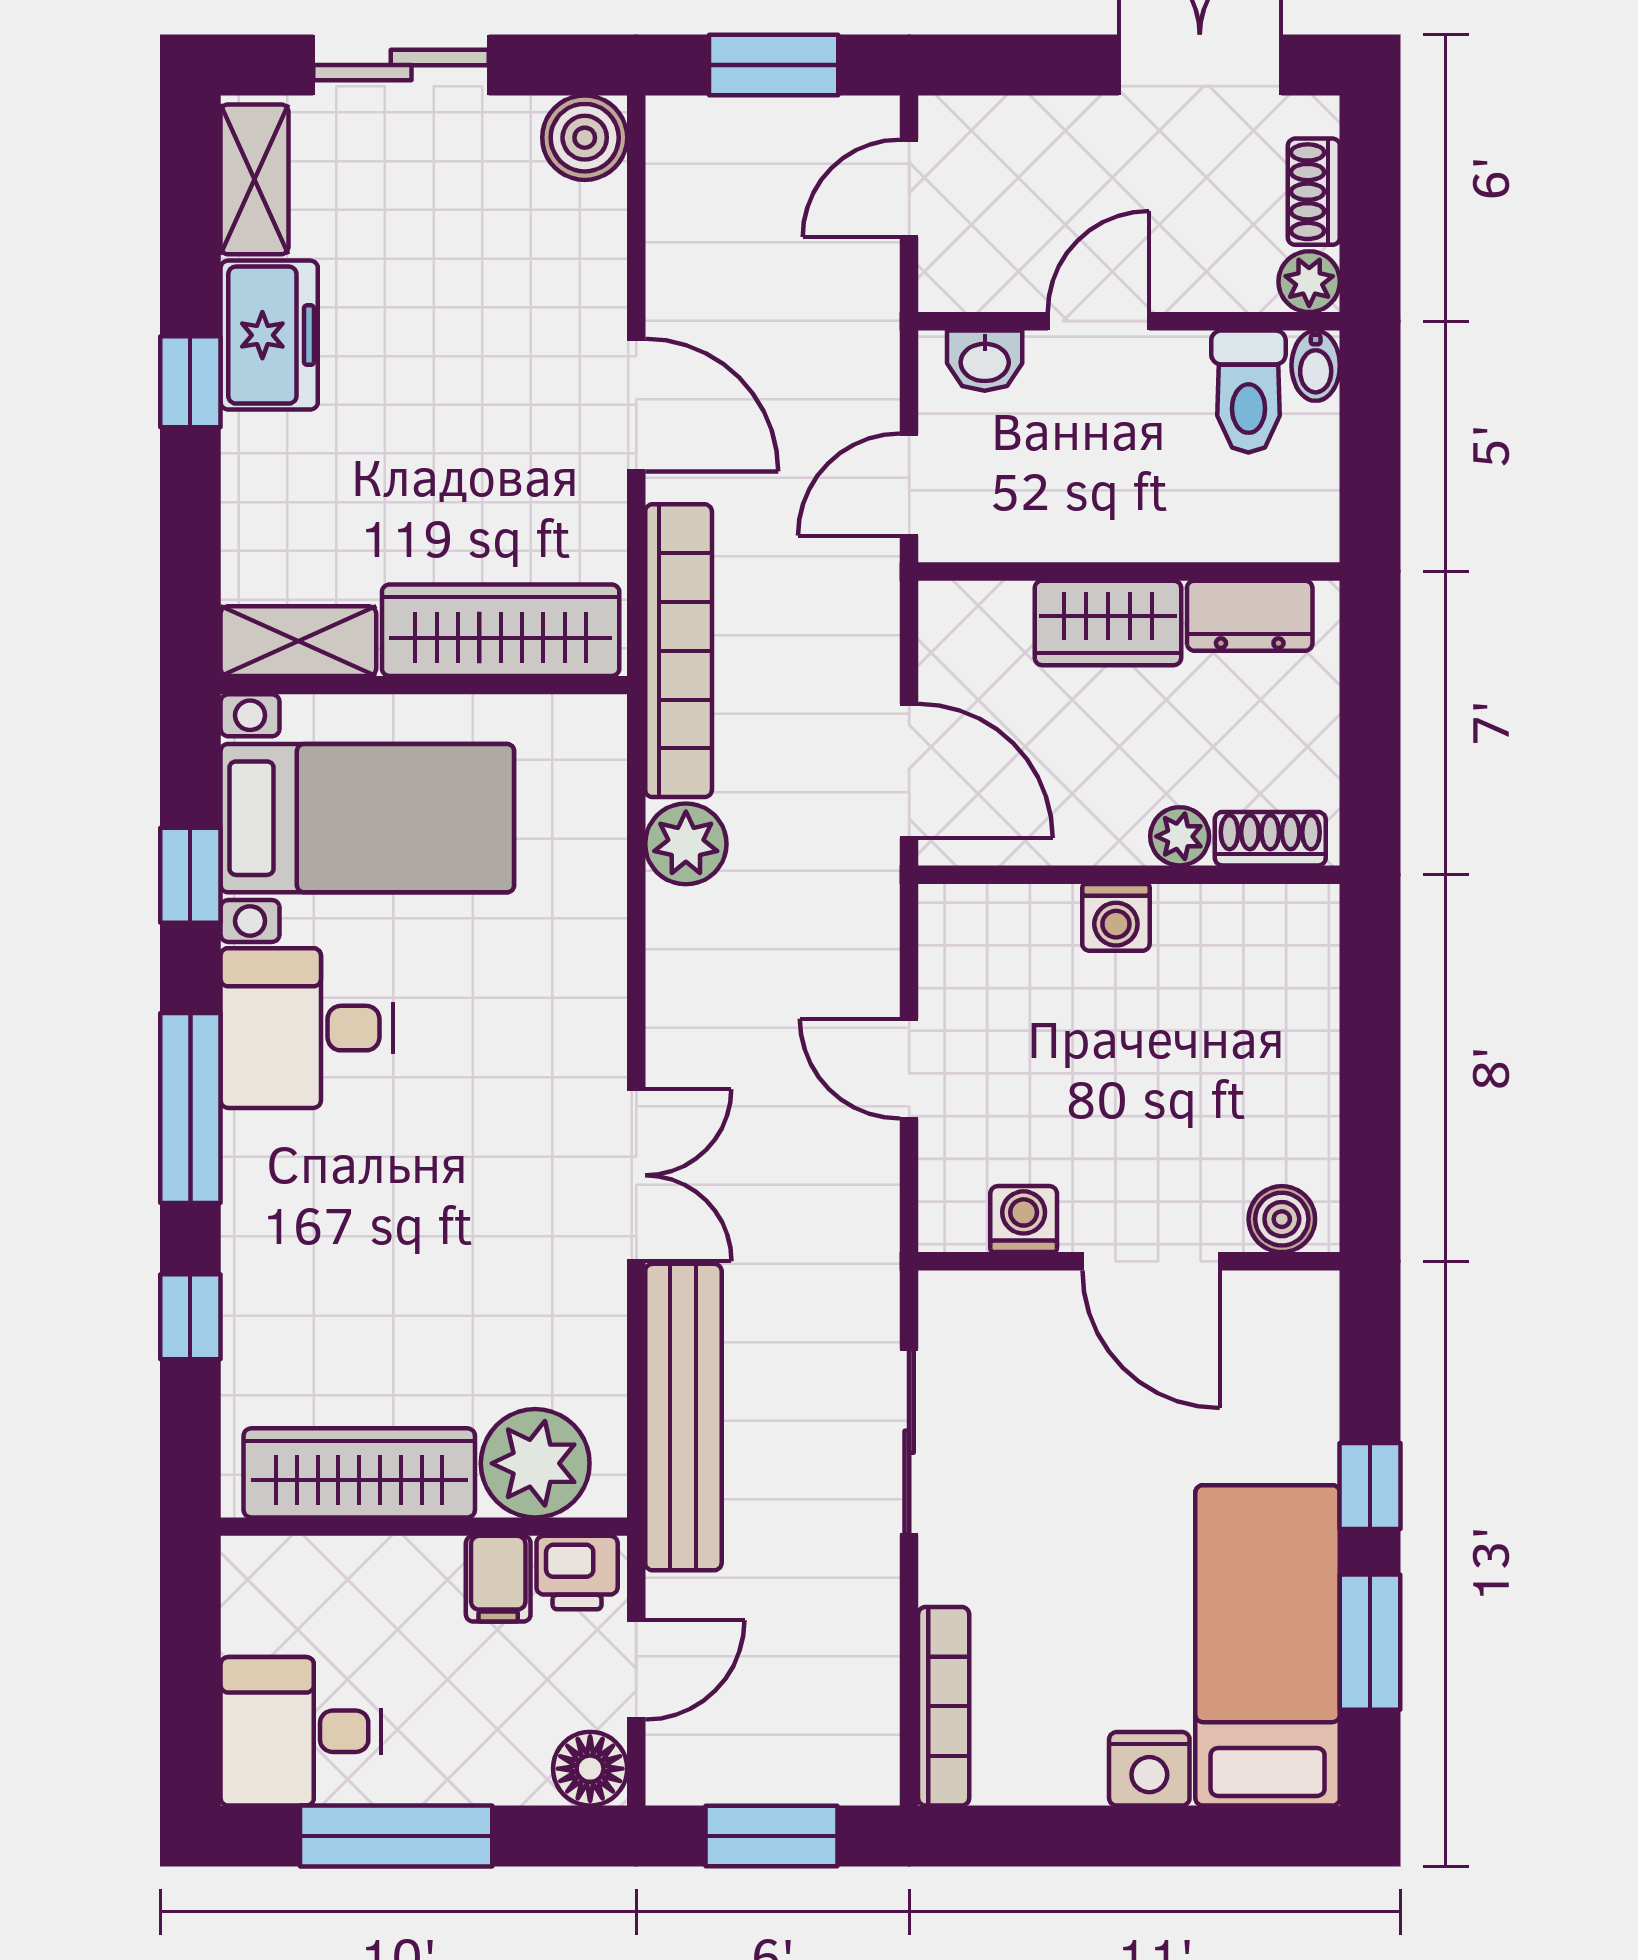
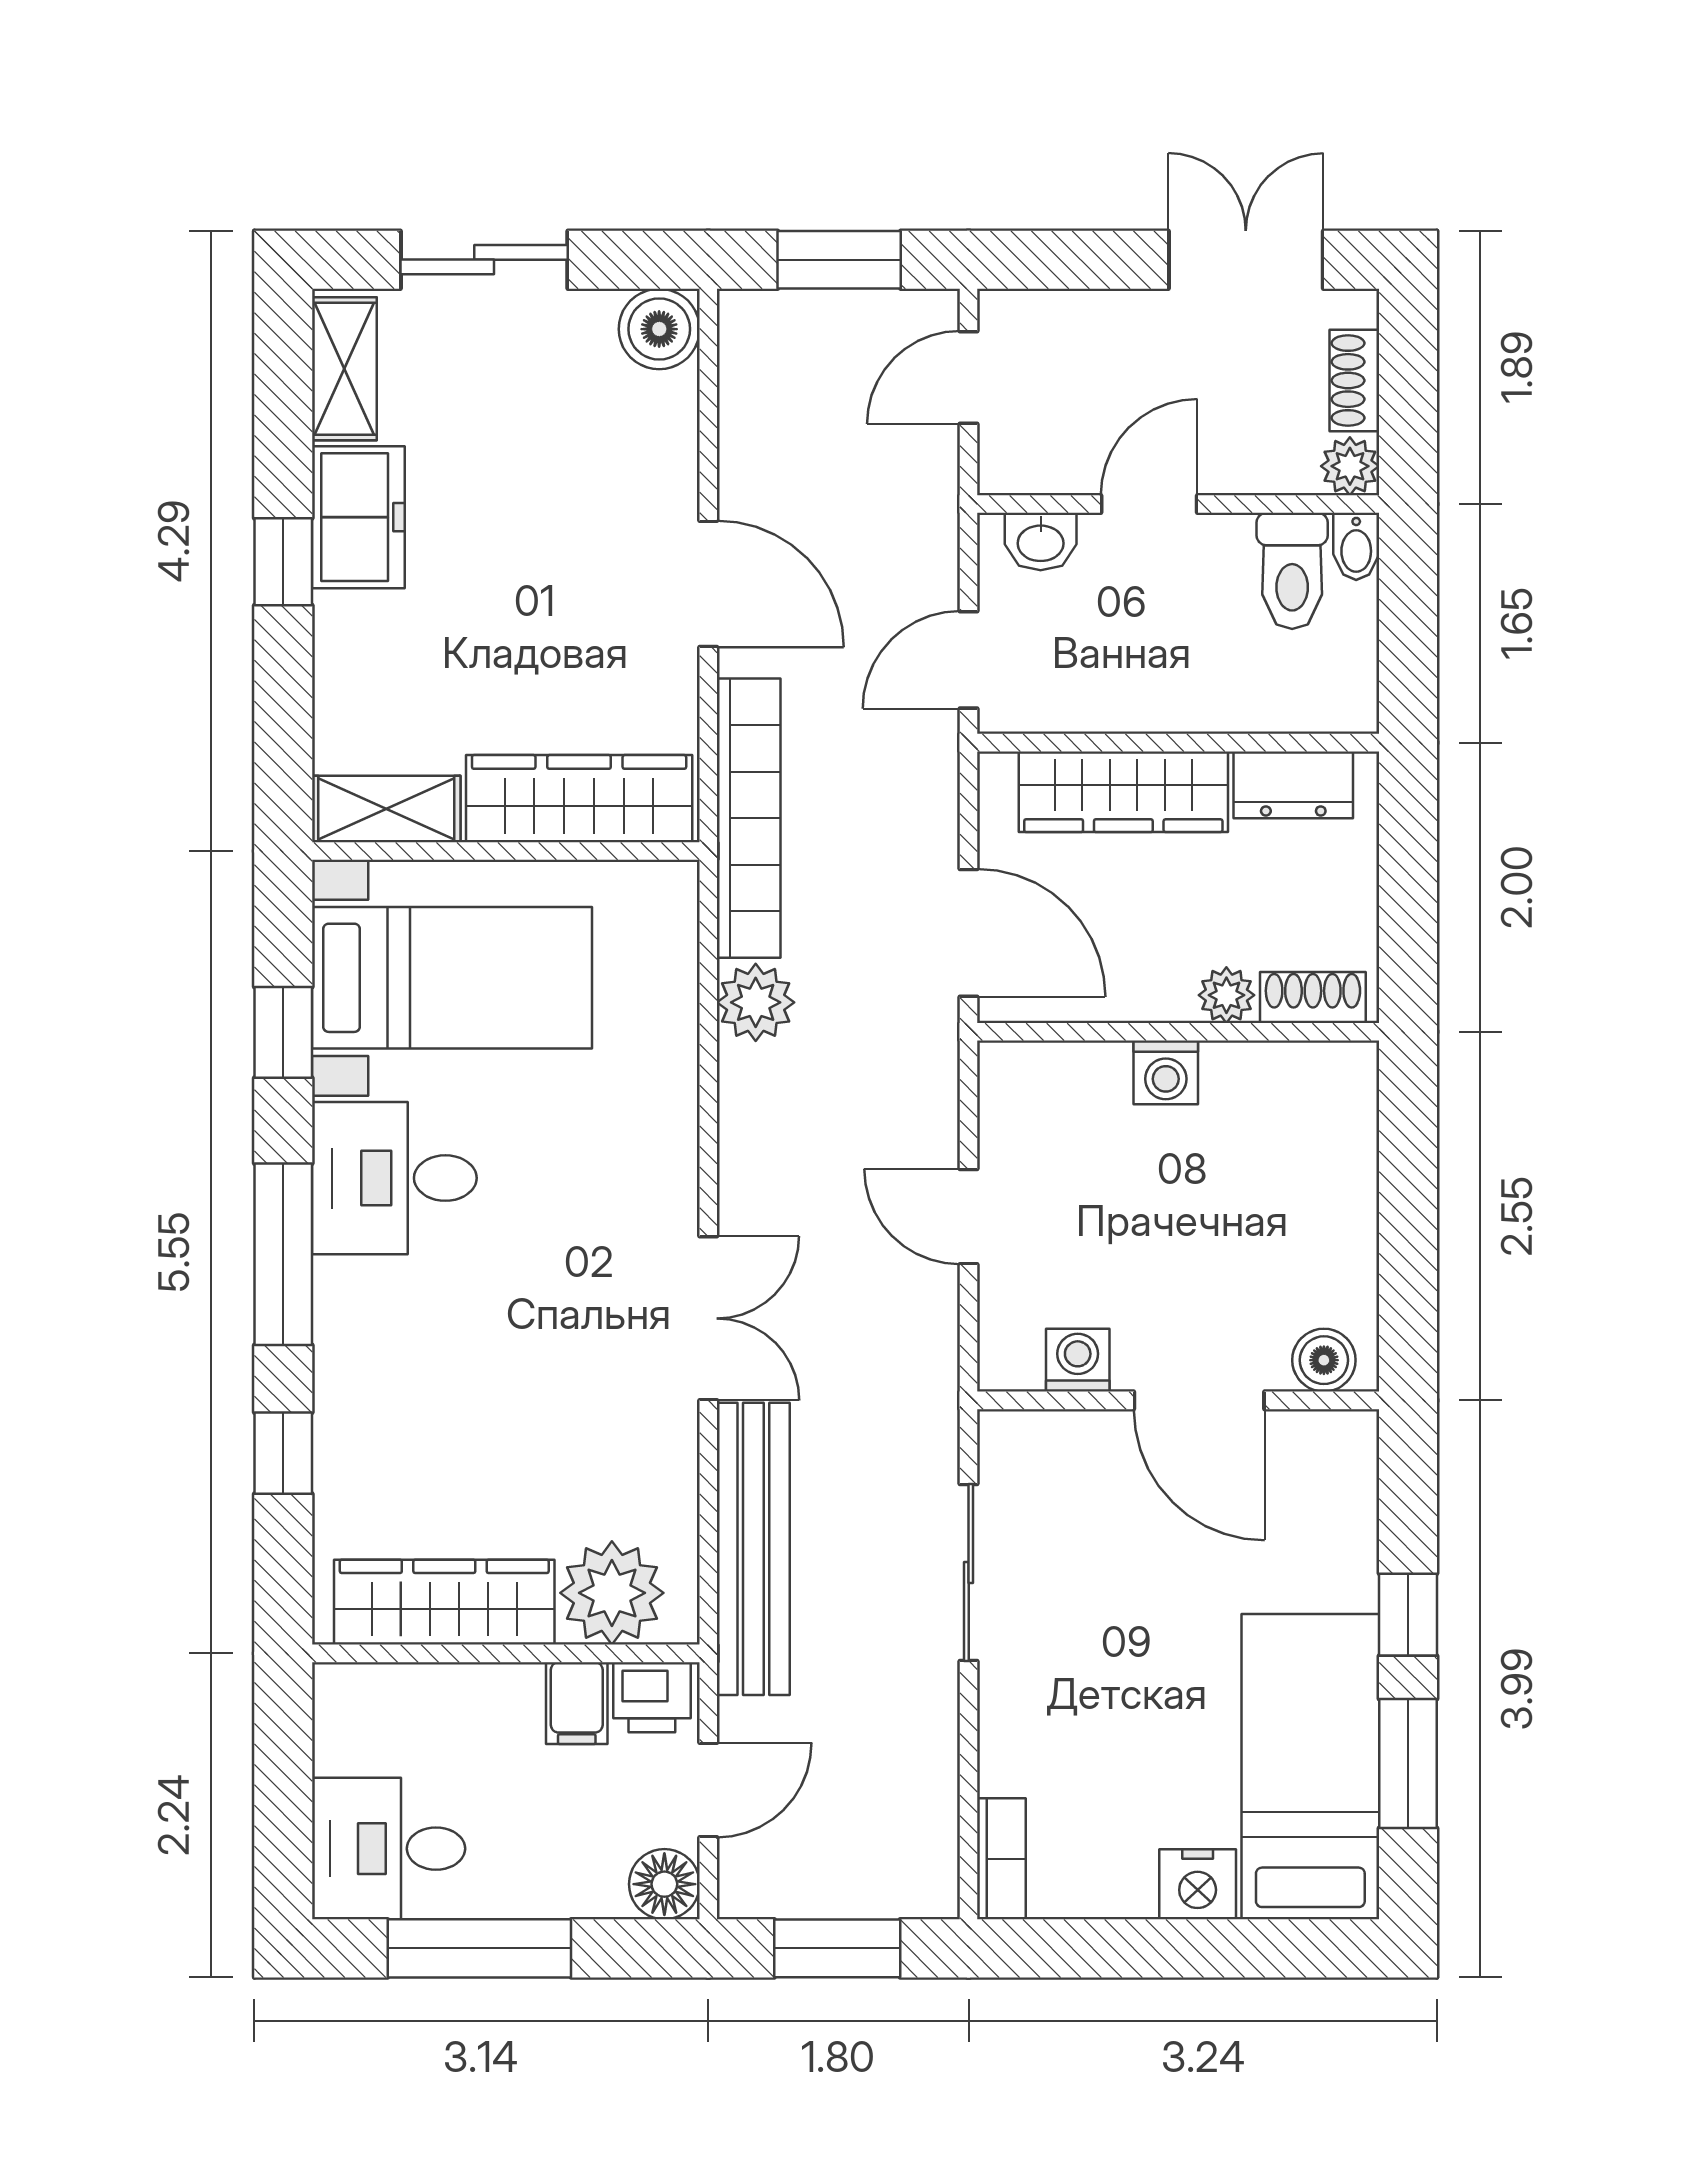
wardrobe: (1108, 623) -> (1123, 792), width x1.50
bookcase: (944, 1706) -> (1001, 1859), width x0.64

